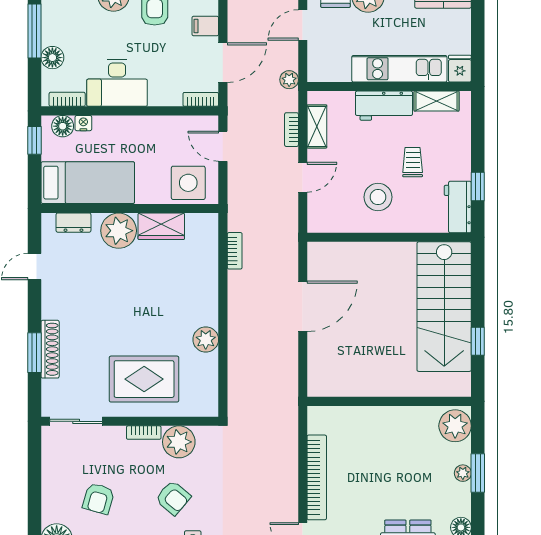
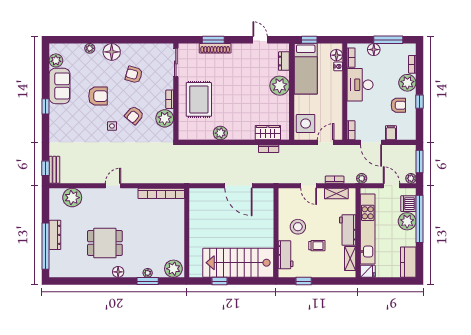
kitchen unit: (399, 69) -> (368, 229), width x1.36
window: (34, 140) -> (309, 40), moved
workbench: (458, 207) -> (286, 255), moved, turned 90
wardrobe: (161, 226) -> (268, 133), moved, turned 90
bookcase: (317, 477) -> (161, 193), moved

